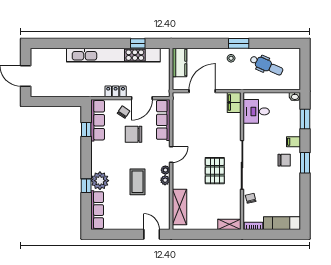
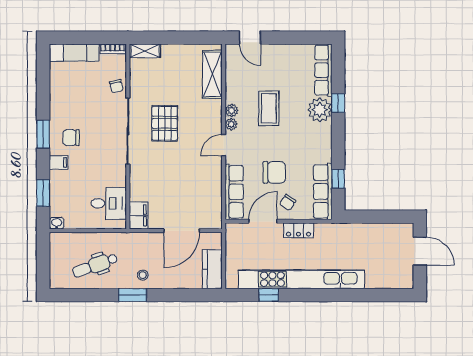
dental chair: (266, 65) -> (95, 265), turned -44

